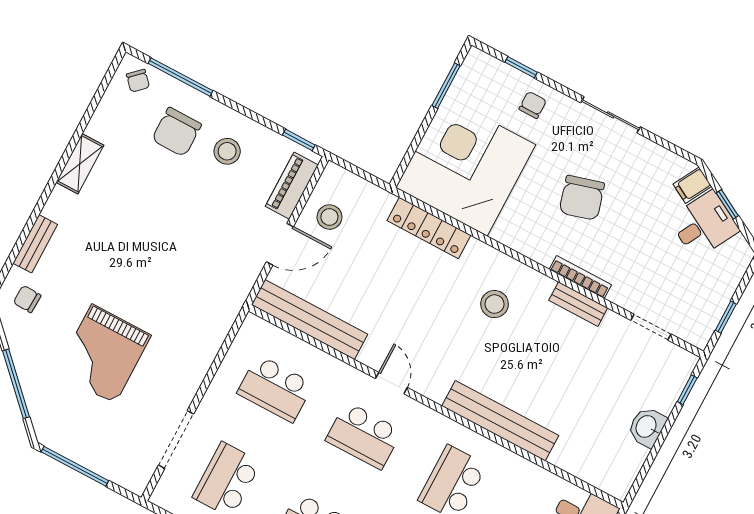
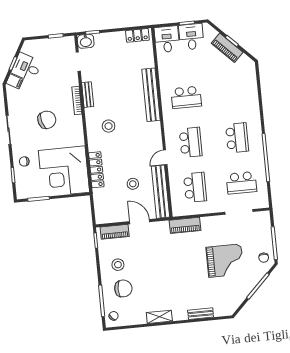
stool: (329, 217) -> (133, 184), moved
chair: (27, 299) -> (264, 258), moved
piano: (217, 323) -> (185, 225), added
door: (391, 383) -> (165, 157), moved
washbasin: (647, 427) -> (86, 41), moved
locker: (627, 469) -> (137, 35), added

